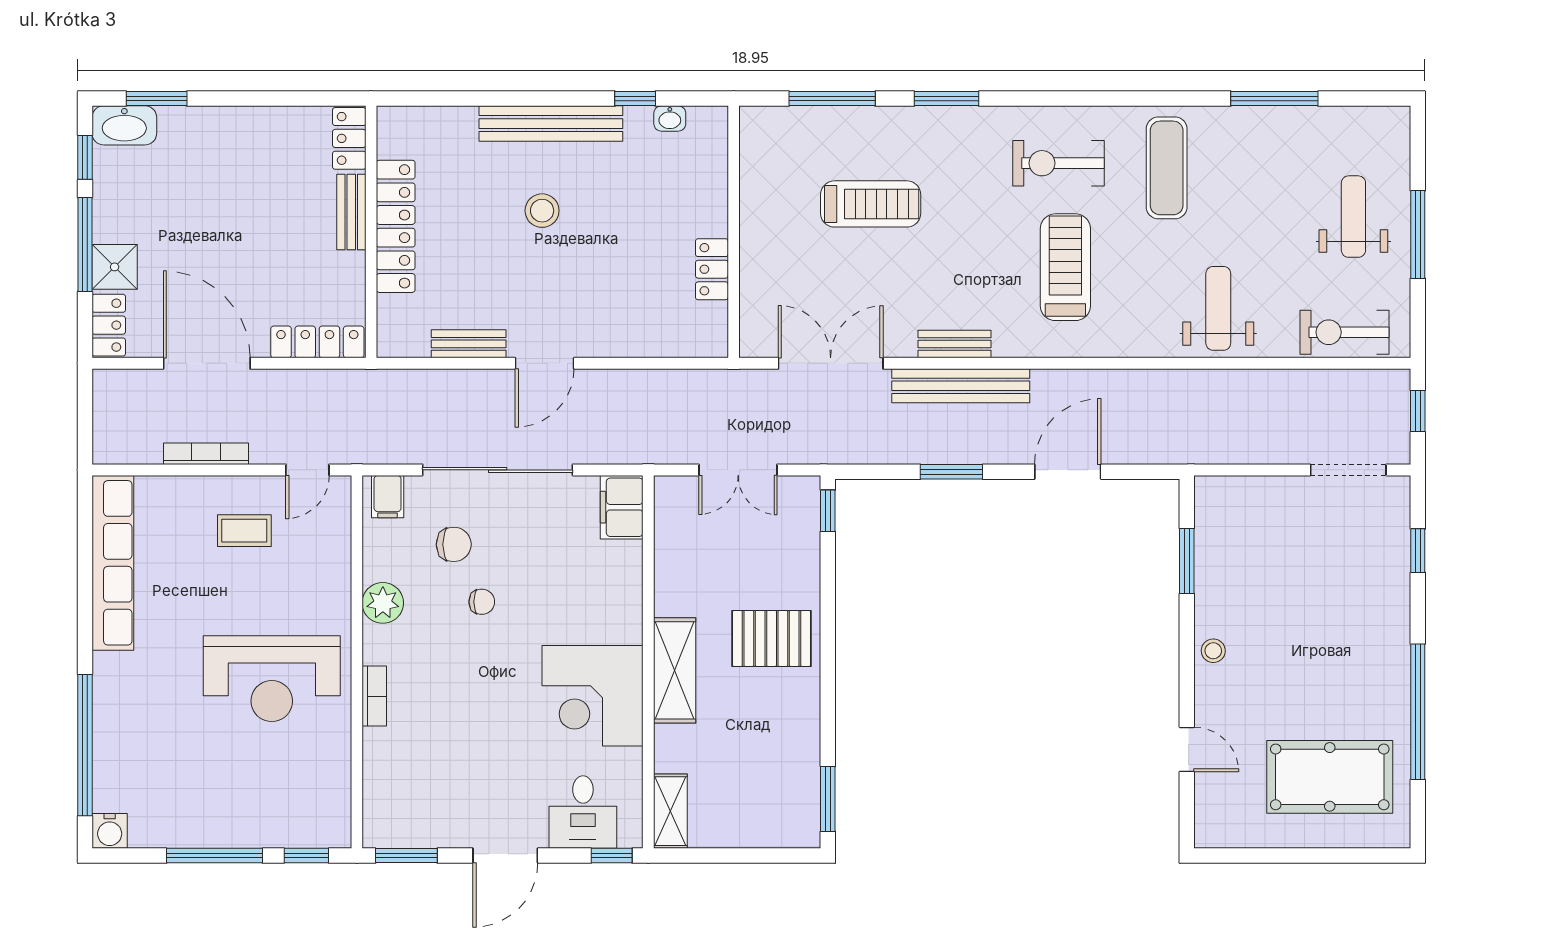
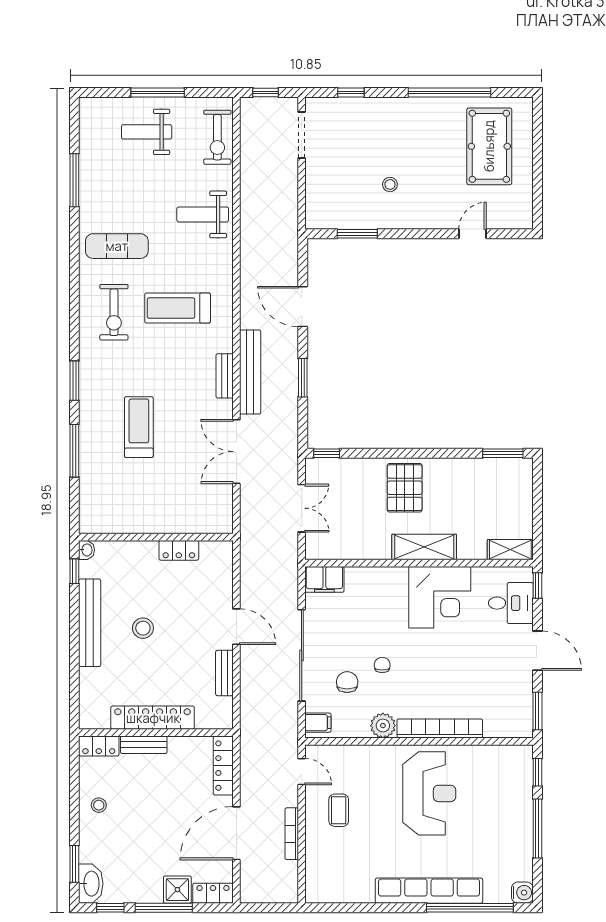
stool: (253, 138) -> (99, 805), added
wall: (734, 232) -> (156, 537), moved
locker: (712, 269) -> (179, 550), moved
row of seats: (113, 563) -> (429, 891), moved
stool: (1213, 651) -> (390, 184), moved
bookcase: (374, 696) -> (440, 728), width x2.31, depth x1.31

